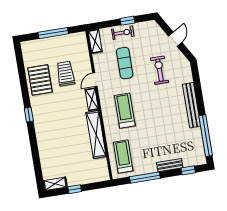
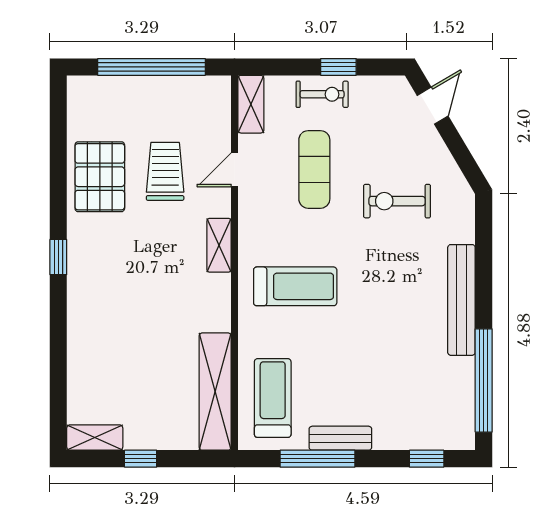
window: (53, 33) -> (151, 67), width x1.46
door: (175, 39) -> (433, 106), moved
exercise bike: (160, 70) -> (397, 201), turned -90
door: (95, 80) -> (235, 170), moved
treadmill: (125, 111) -> (295, 286), turned 90
shelving: (96, 134) -> (215, 392), moved
bench: (170, 165) -> (340, 438), moved

